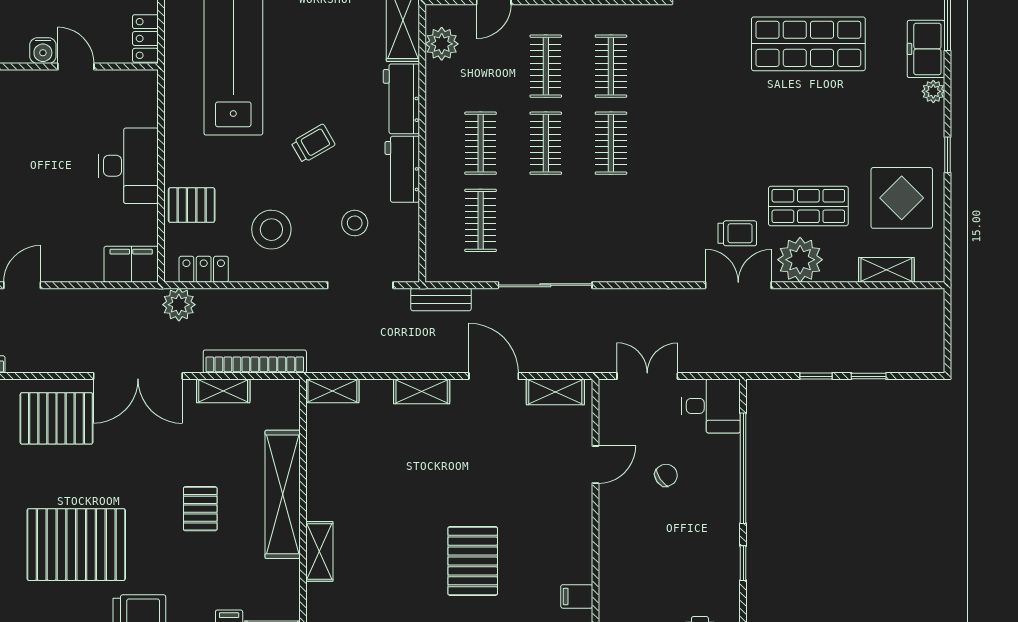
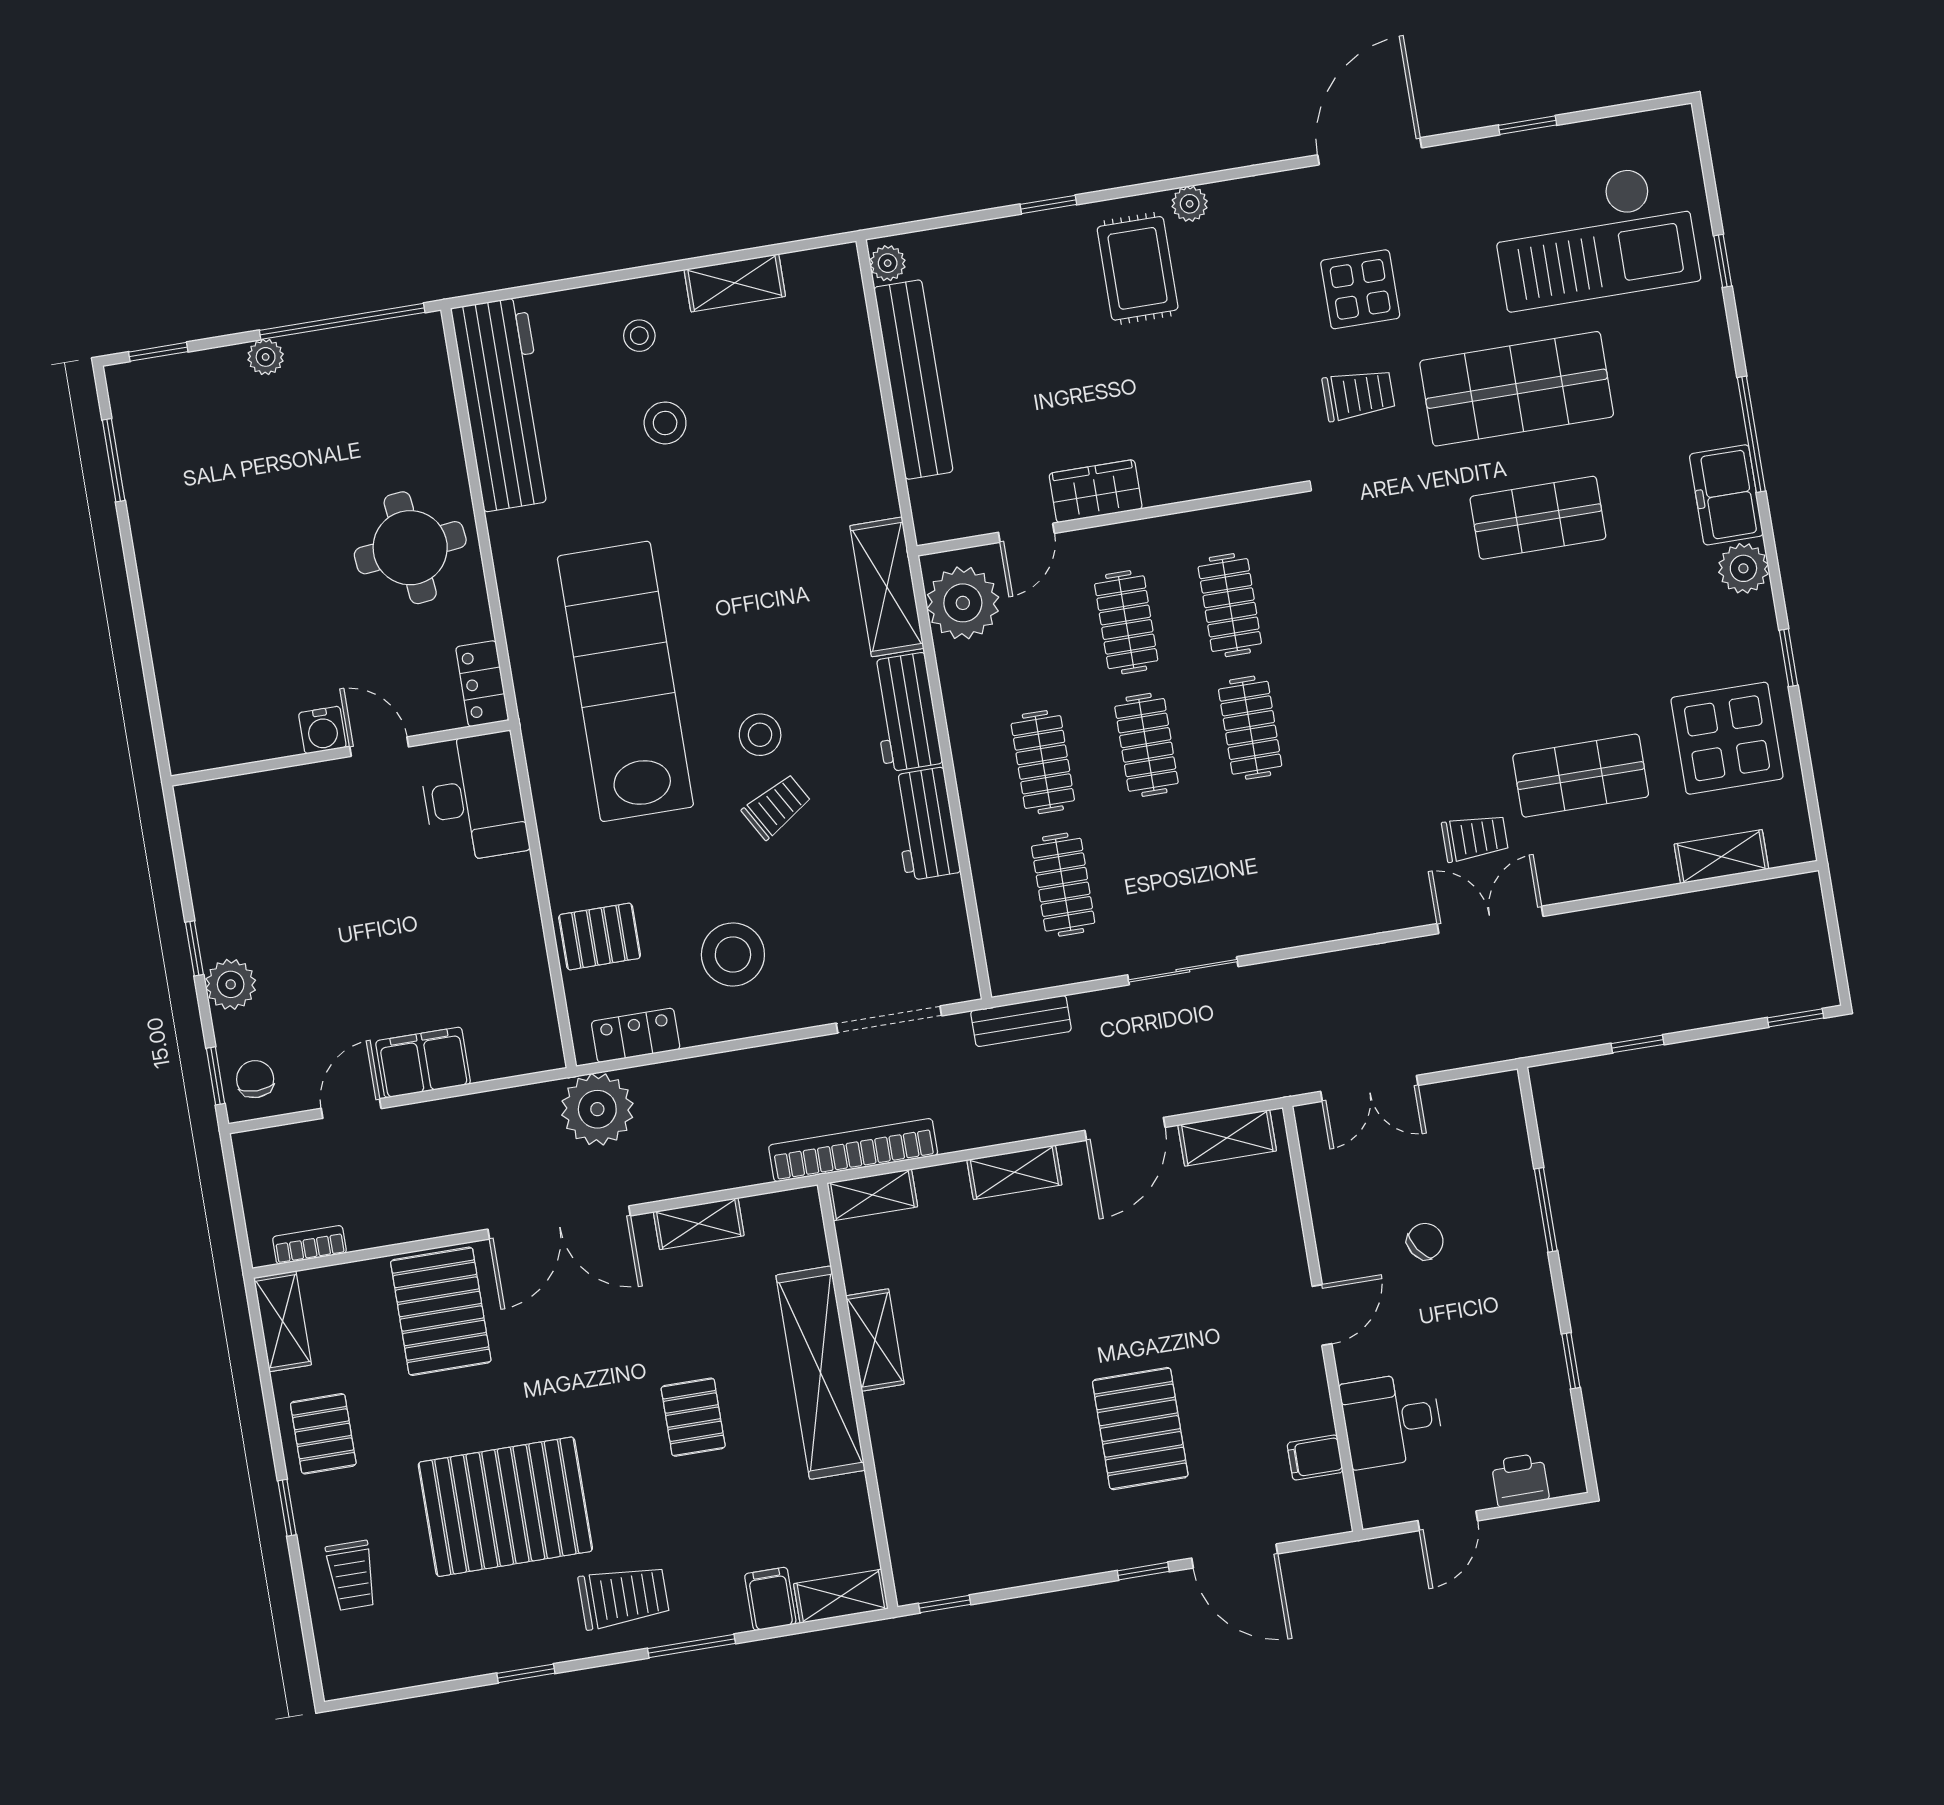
plant: (442, 44) -> (963, 603), width x1.36, depth x1.36
shop shelf: (808, 44) -> (1538, 518), width x0.70, depth x0.74
plant: (933, 91) -> (1743, 568), width x1.38, depth x1.38
desk: (129, 166) -> (473, 797), moved
stool: (355, 223) -> (760, 735), moved
plant: (800, 260) -> (1582, 863), removed
filing cabinet: (131, 264) -> (423, 1062), moved
sliding door: (545, 285) -> (1183, 971), width x0.73
plant: (179, 305) -> (597, 1109), width x1.36, depth x1.36
bookcase: (255, 361) -> (853, 1150), moved
door: (494, 376) -> (1125, 1129), swing flipped
double door: (647, 376) -> (1369, 1088), swing flipped
window: (869, 376) -> (1795, 1018), moved
desk: (711, 406) -> (1392, 1420), moved, turned 180
pallet: (56, 418) -> (441, 1311), turned 90
door: (595, 465) -> (1322, 1315), moved
window: (743, 468) -> (1546, 1210), width x0.47
shelving: (319, 551) -> (875, 1340), moved

